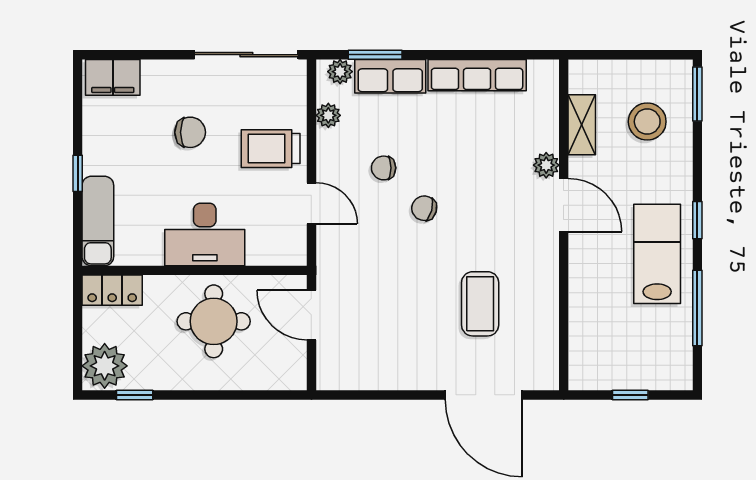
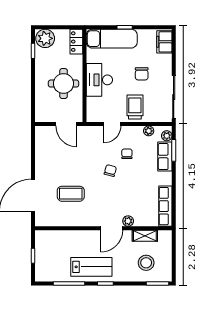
row of seats: (477, 75) -> (165, 206), moved
exam couch: (98, 221) -> (112, 39), width x1.36, depth x1.45
door: (311, 315) -> (66, 124), swing flipped

